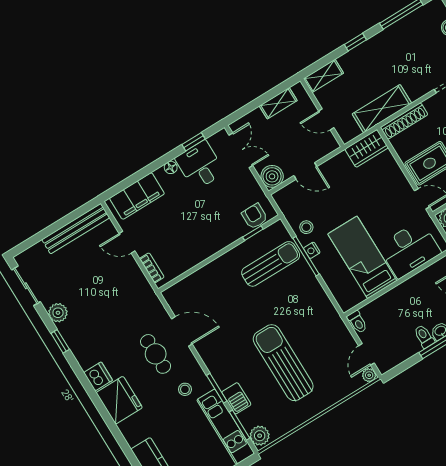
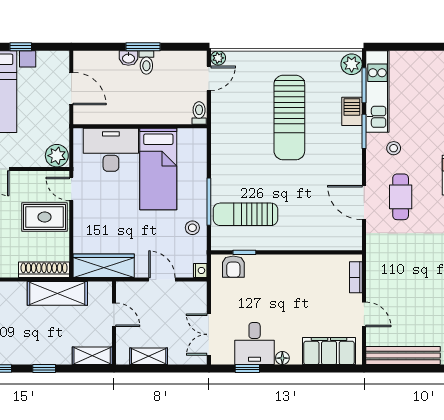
wardrobe: (367, 148) -> (104, 266), width x1.50
boiler: (272, 176) -> (195, 293), removed
nightstand: (312, 250) -> (200, 270), moved

